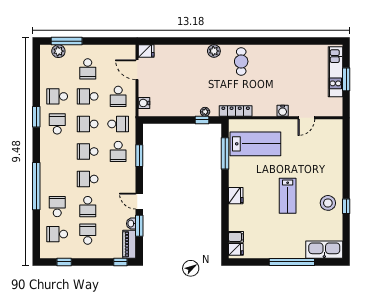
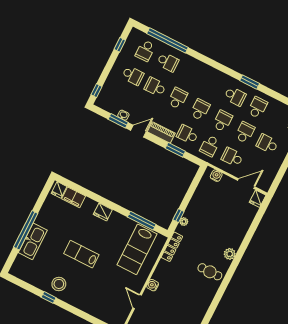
window: (36, 186) -> (168, 40), moved
school desk: (57, 234) -> (145, 51), turned 180
filing cabinet: (236, 237) -> (74, 197), width x2.00
piano: (129, 244) -> (161, 133), moved
kitchen sink: (324, 250) -> (33, 241), moved

